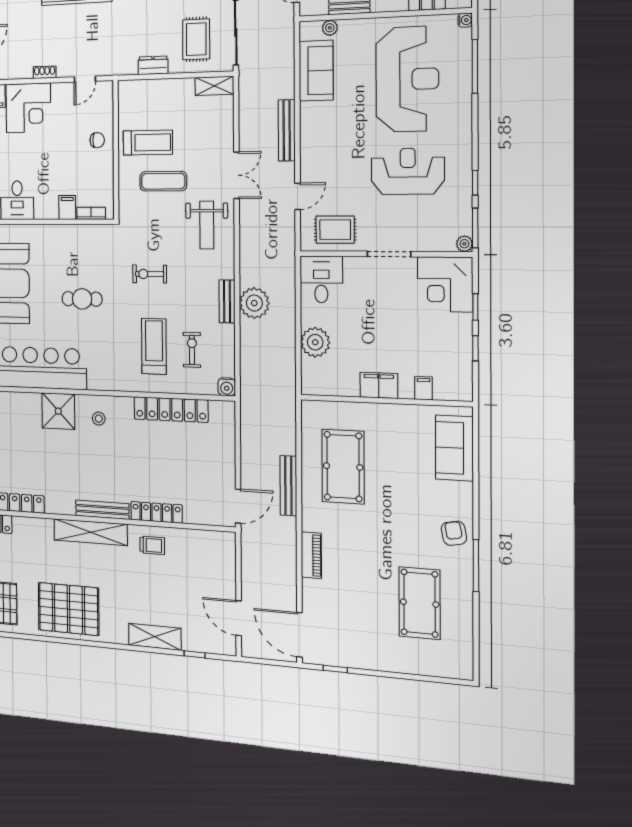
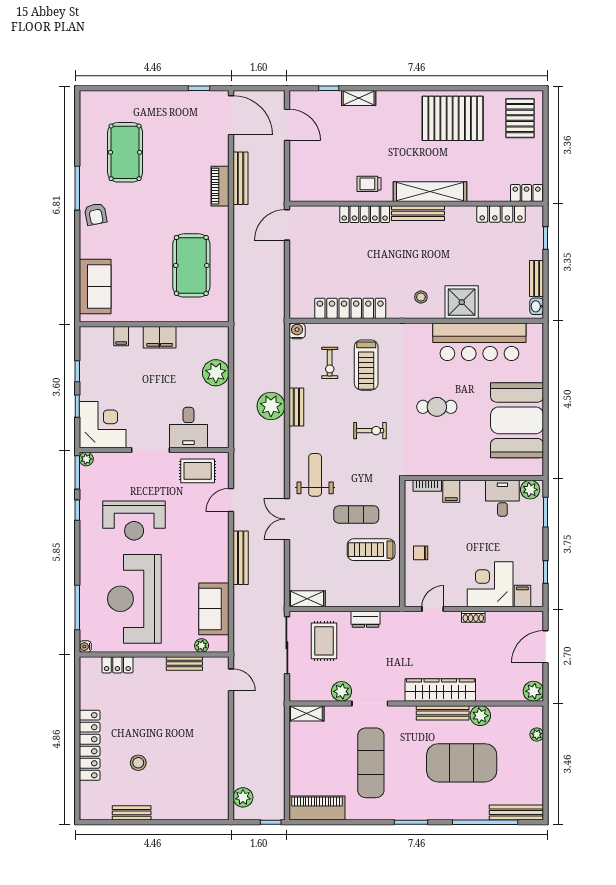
desk: (321, 279) -> (188, 428), moved
bench: (288, 486) -> (241, 178), moved
shelving: (155, 637) -> (359, 98), width x0.67, depth x0.75

